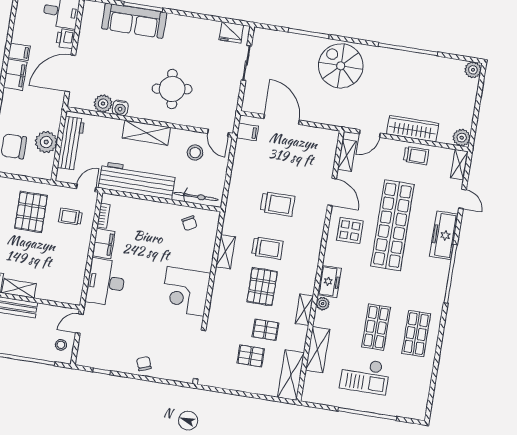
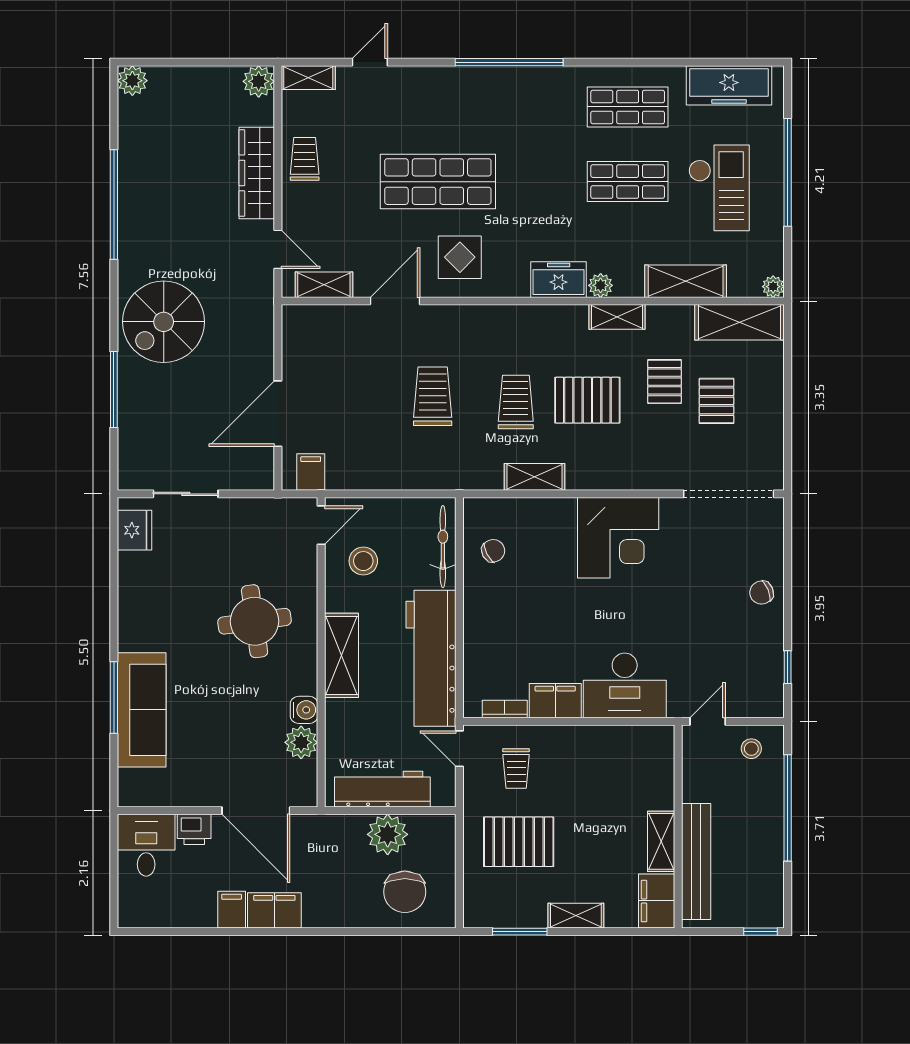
shop shelf: (392, 225) -> (438, 182), width x0.71
freezer: (444, 235) -> (729, 85), moved
door: (79, 324) -> (708, 721), swing flipped
plant: (307, 396) -> (773, 287), added

